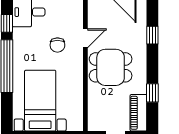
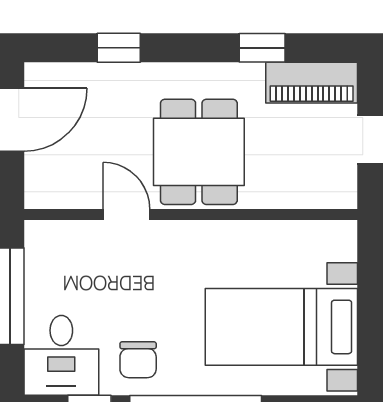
chair: (57, 45) -> (138, 360), moved, turned 90

